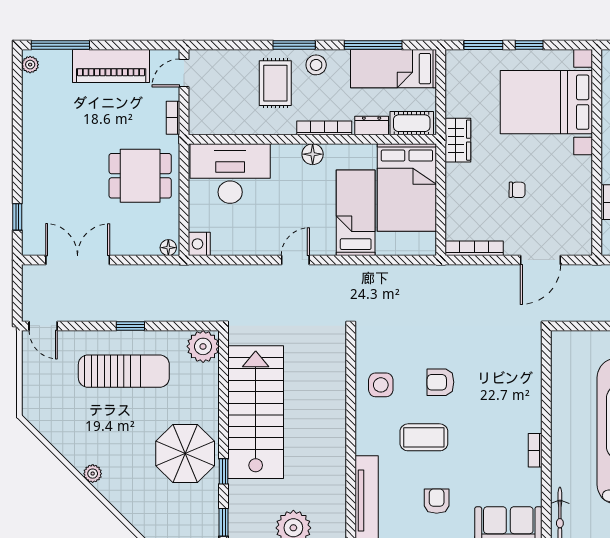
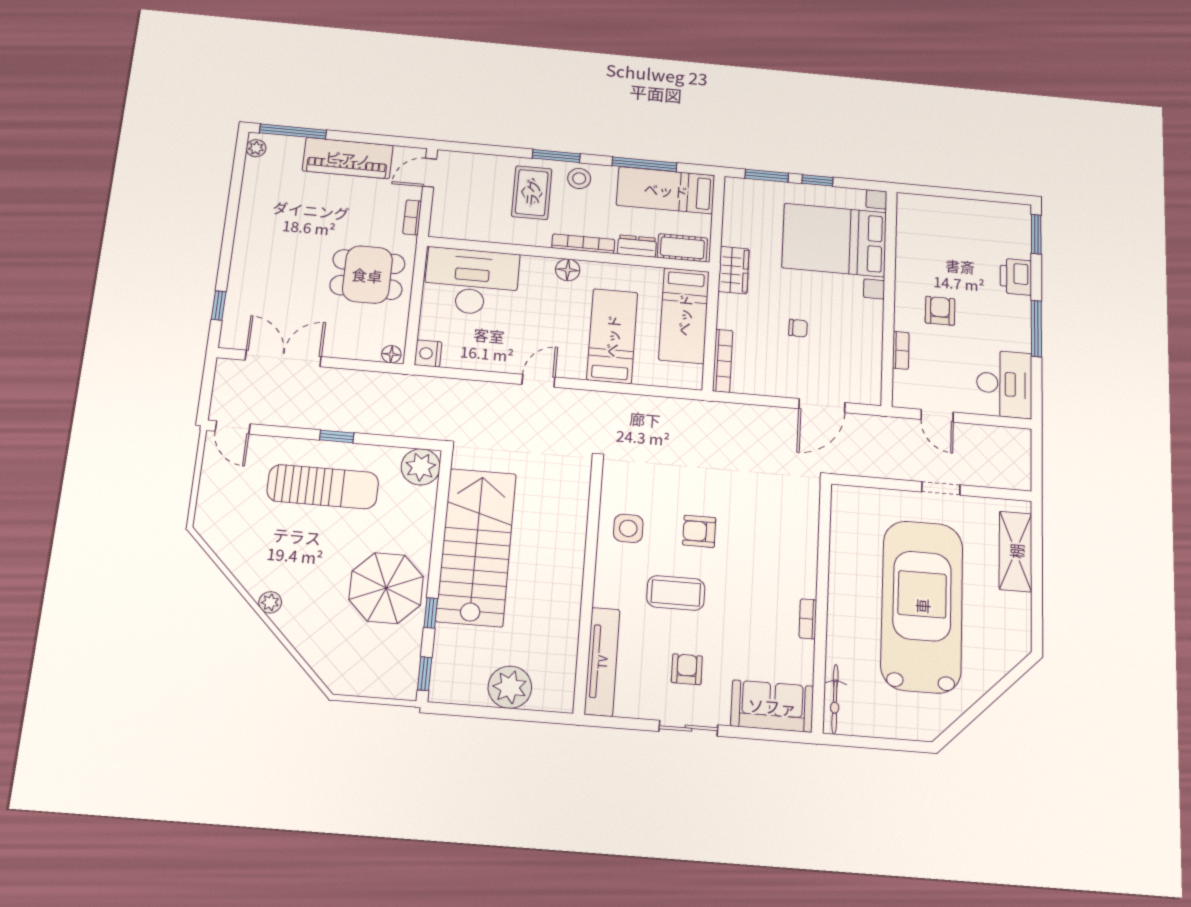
bed: (407, 188) -> (684, 315), width x0.67
bookcase: (474, 248) -> (723, 361), moved, turned 90

